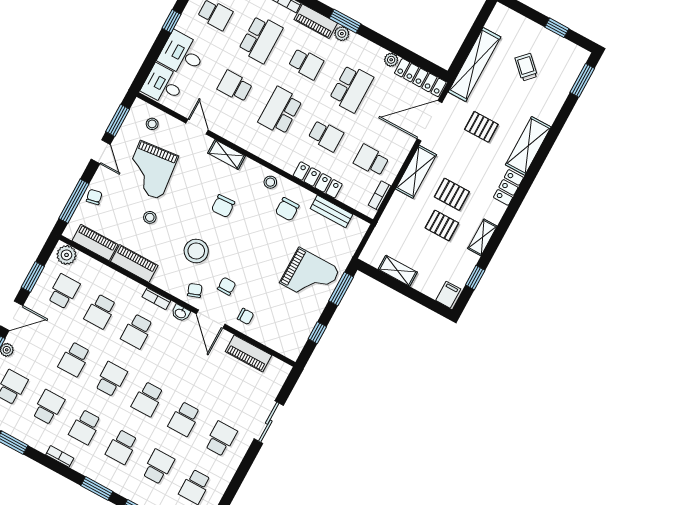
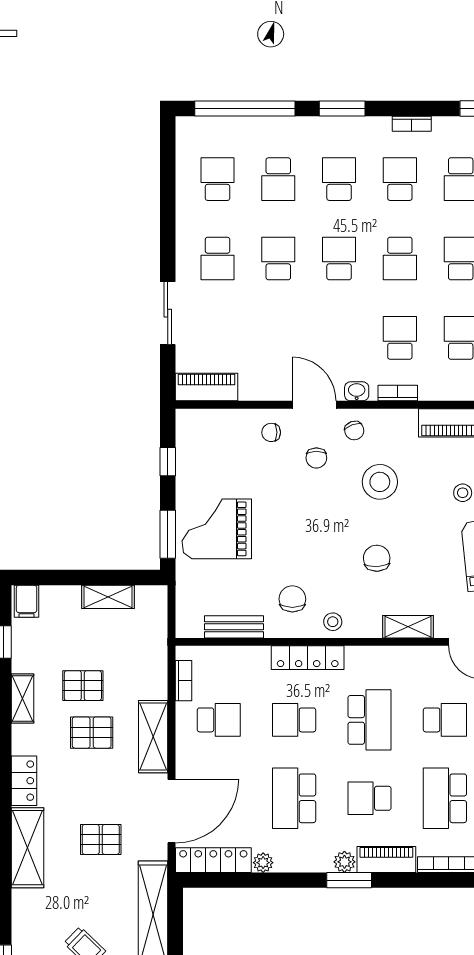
locker: (318, 180) -> (308, 658), moved
piano: (248, 353) -> (207, 387), moved

